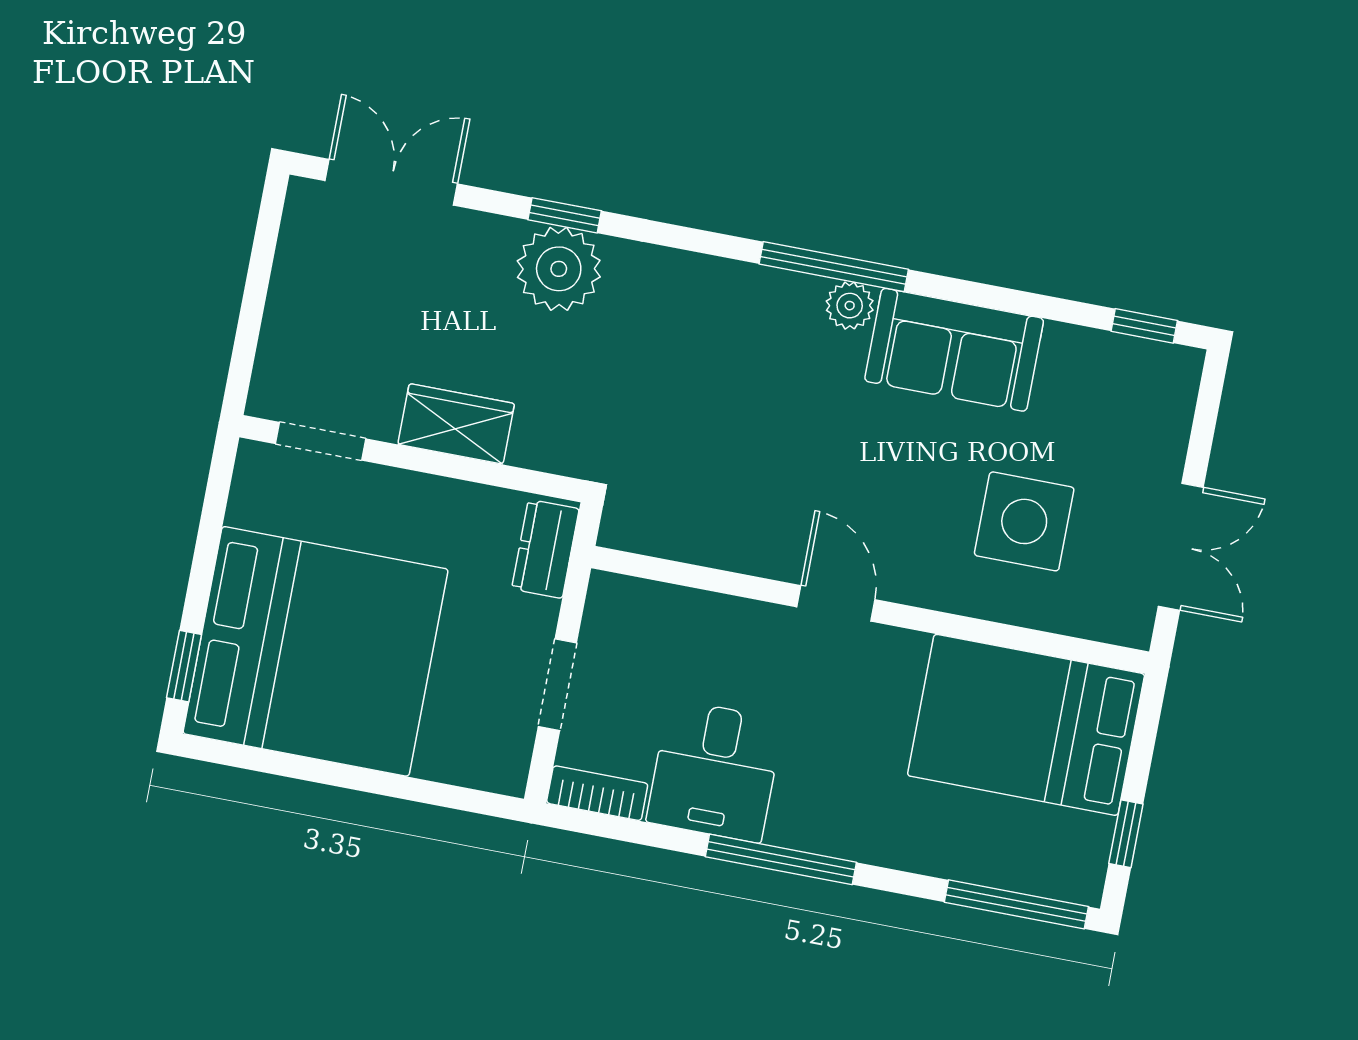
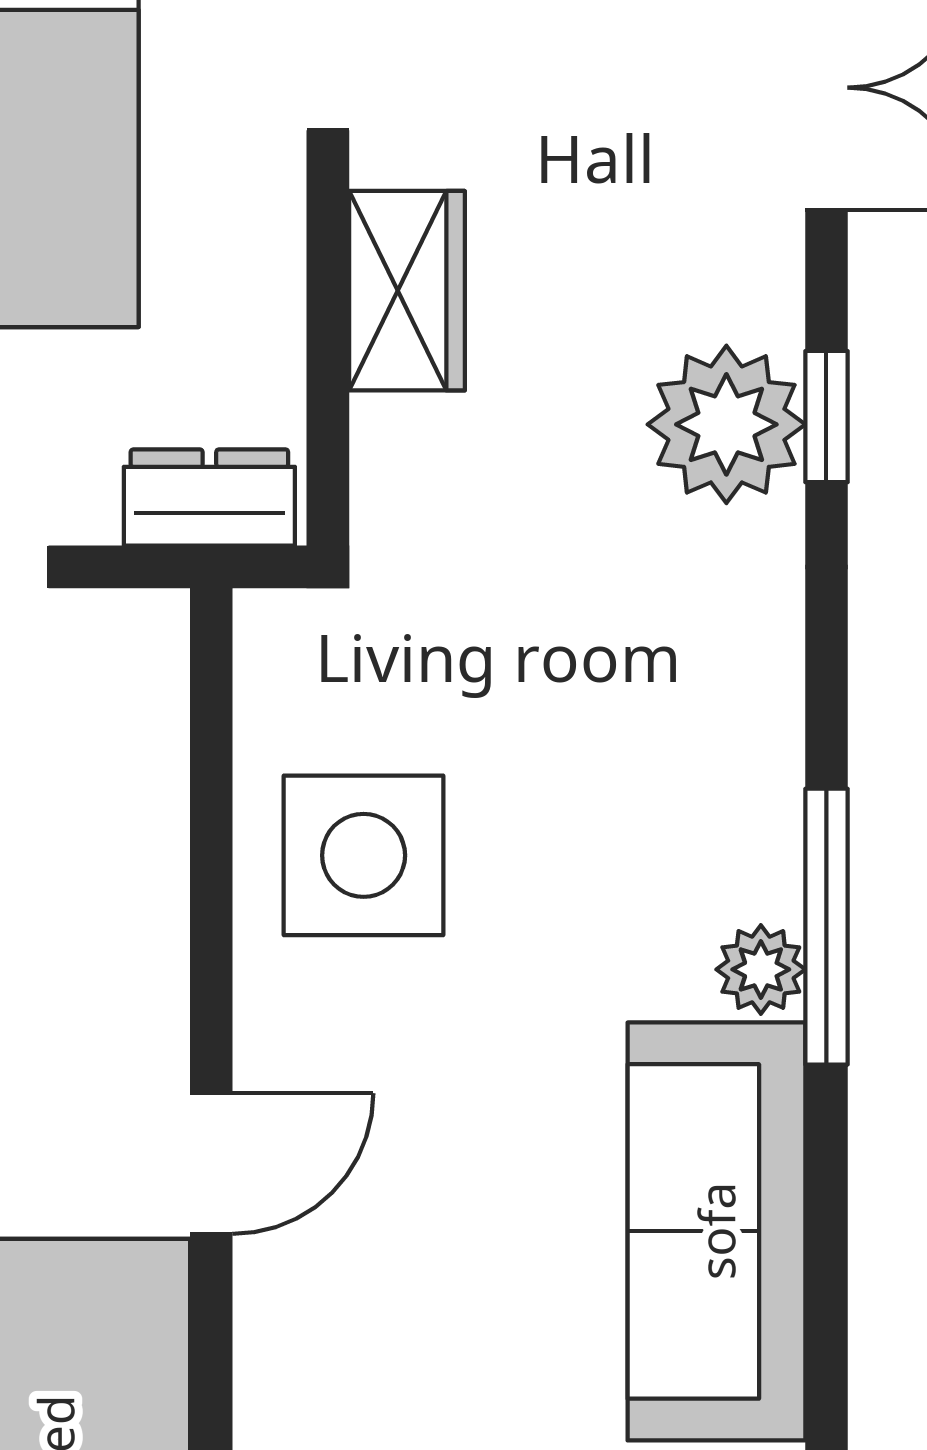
sofa: (954, 350) -> (716, 1231), width x1.36
side table: (1024, 521) -> (364, 855), moved
door: (836, 603) -> (211, 1163), moved

